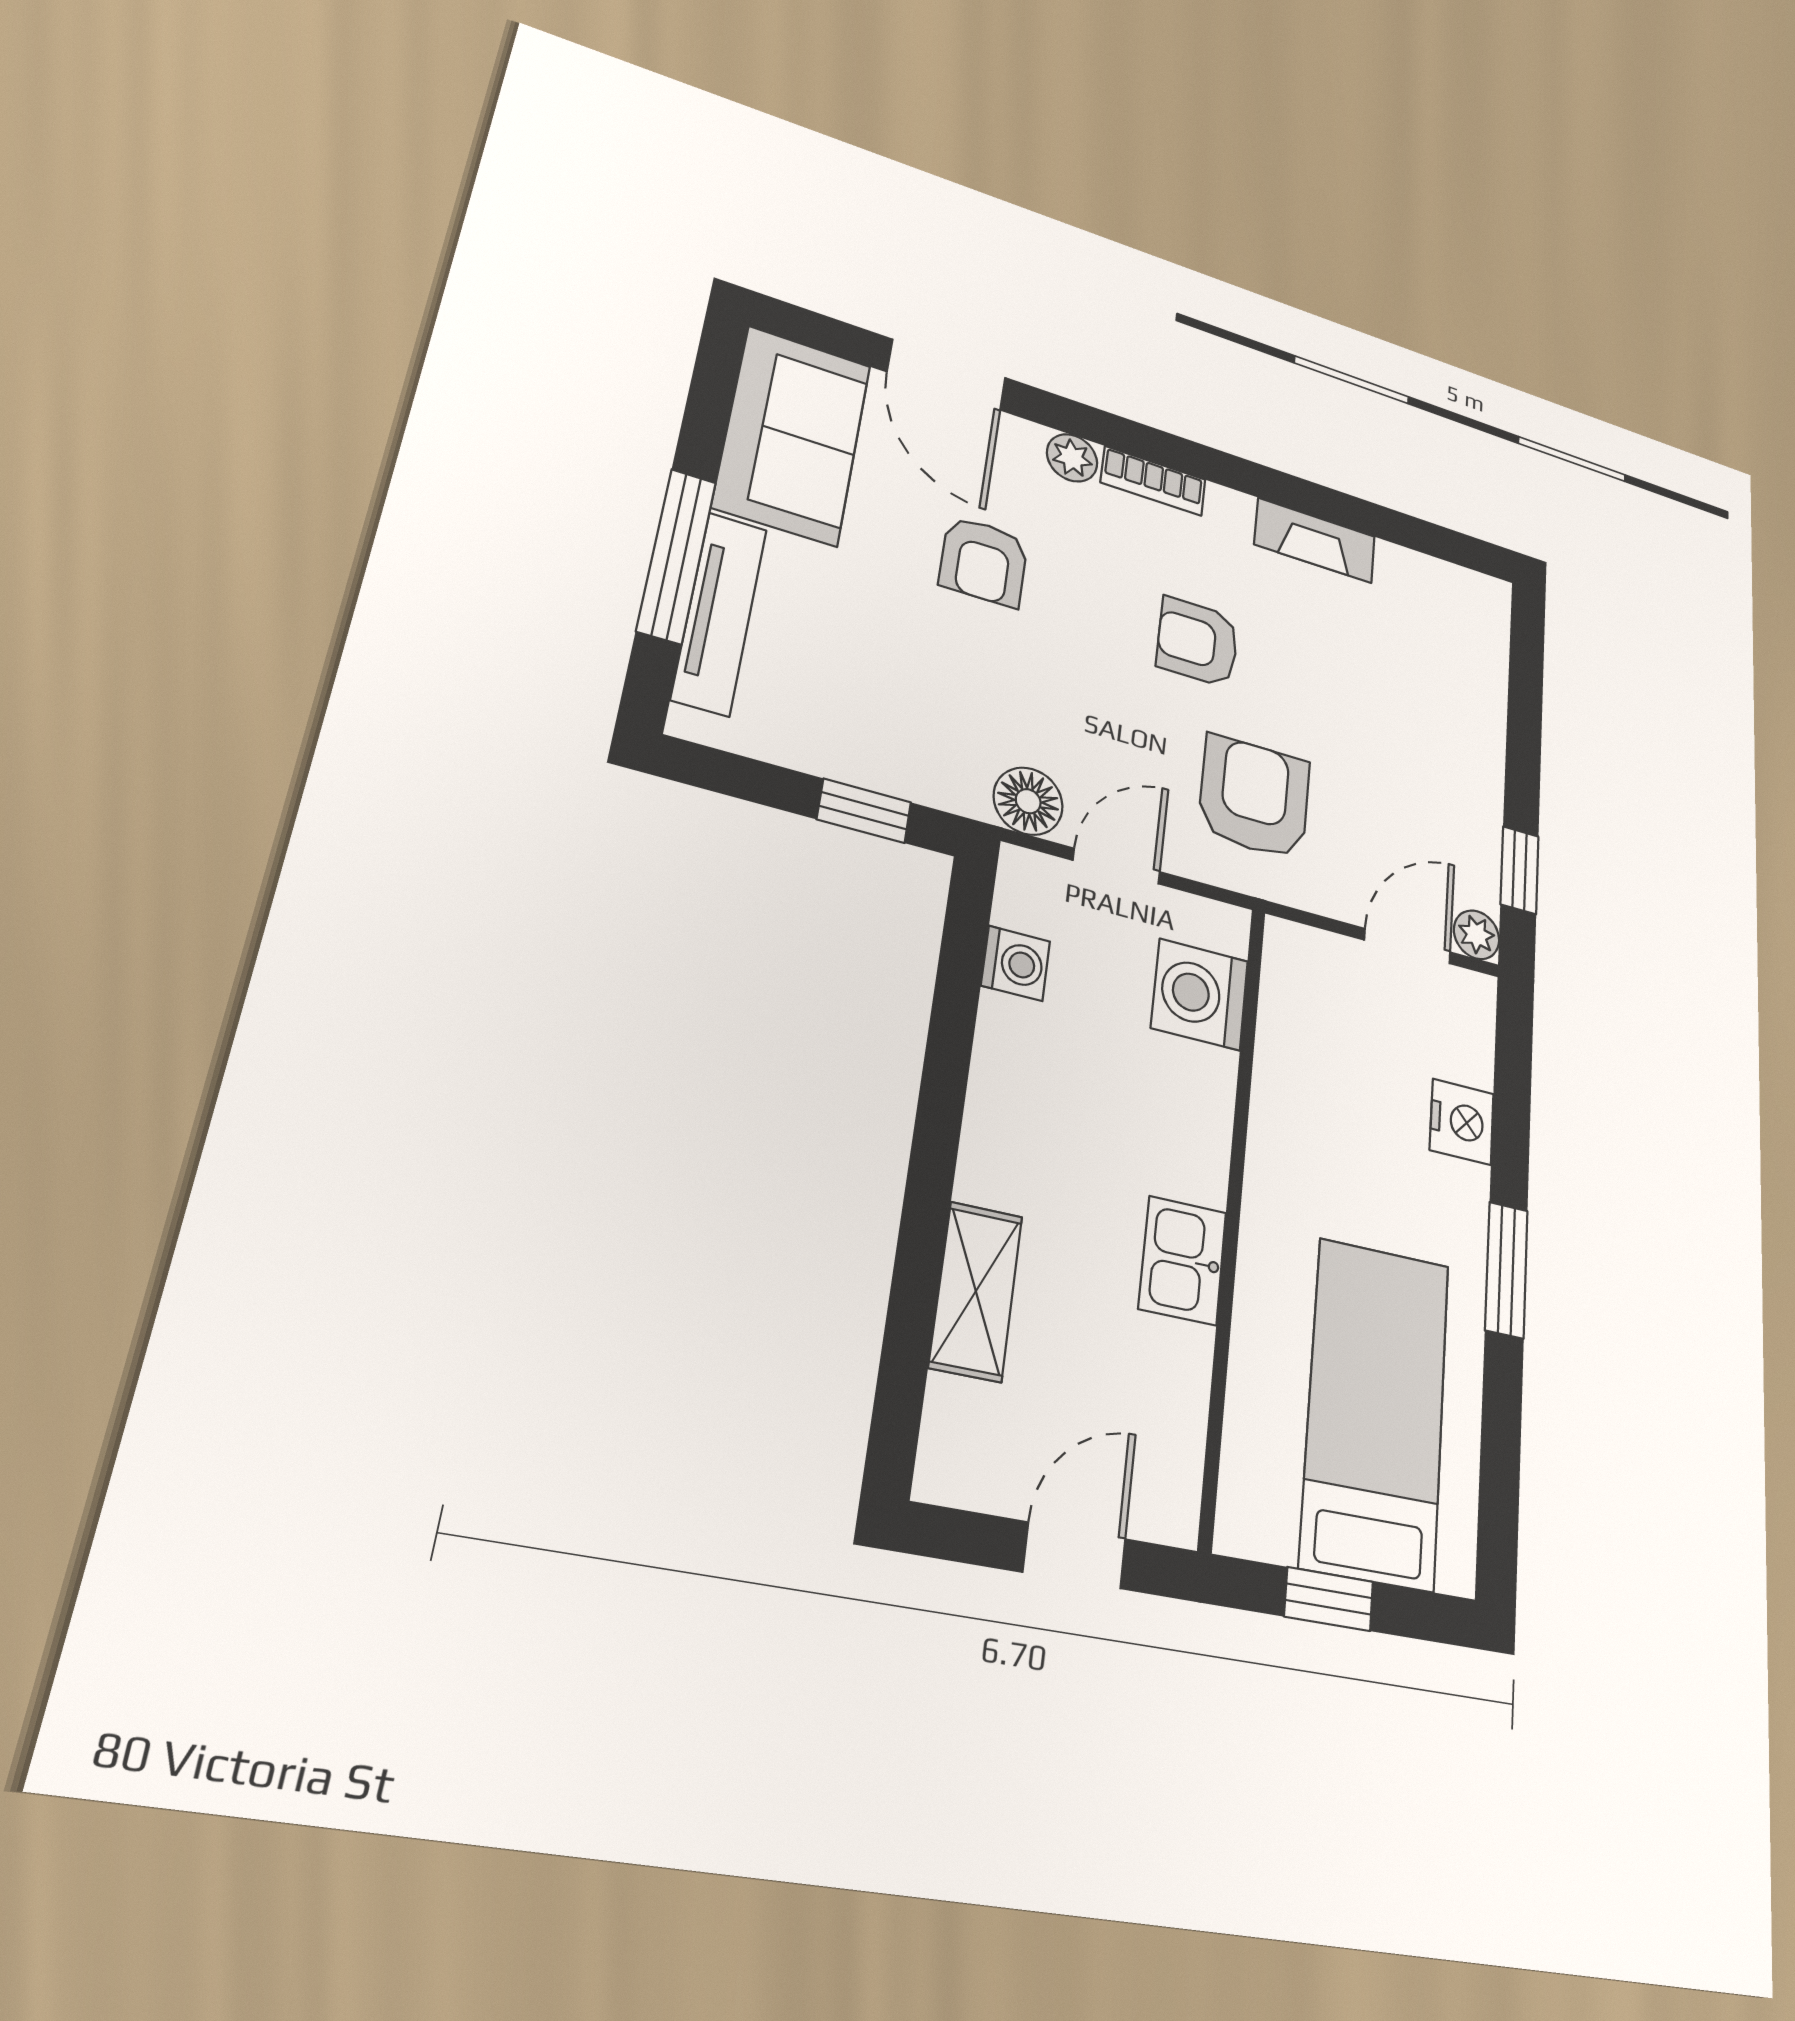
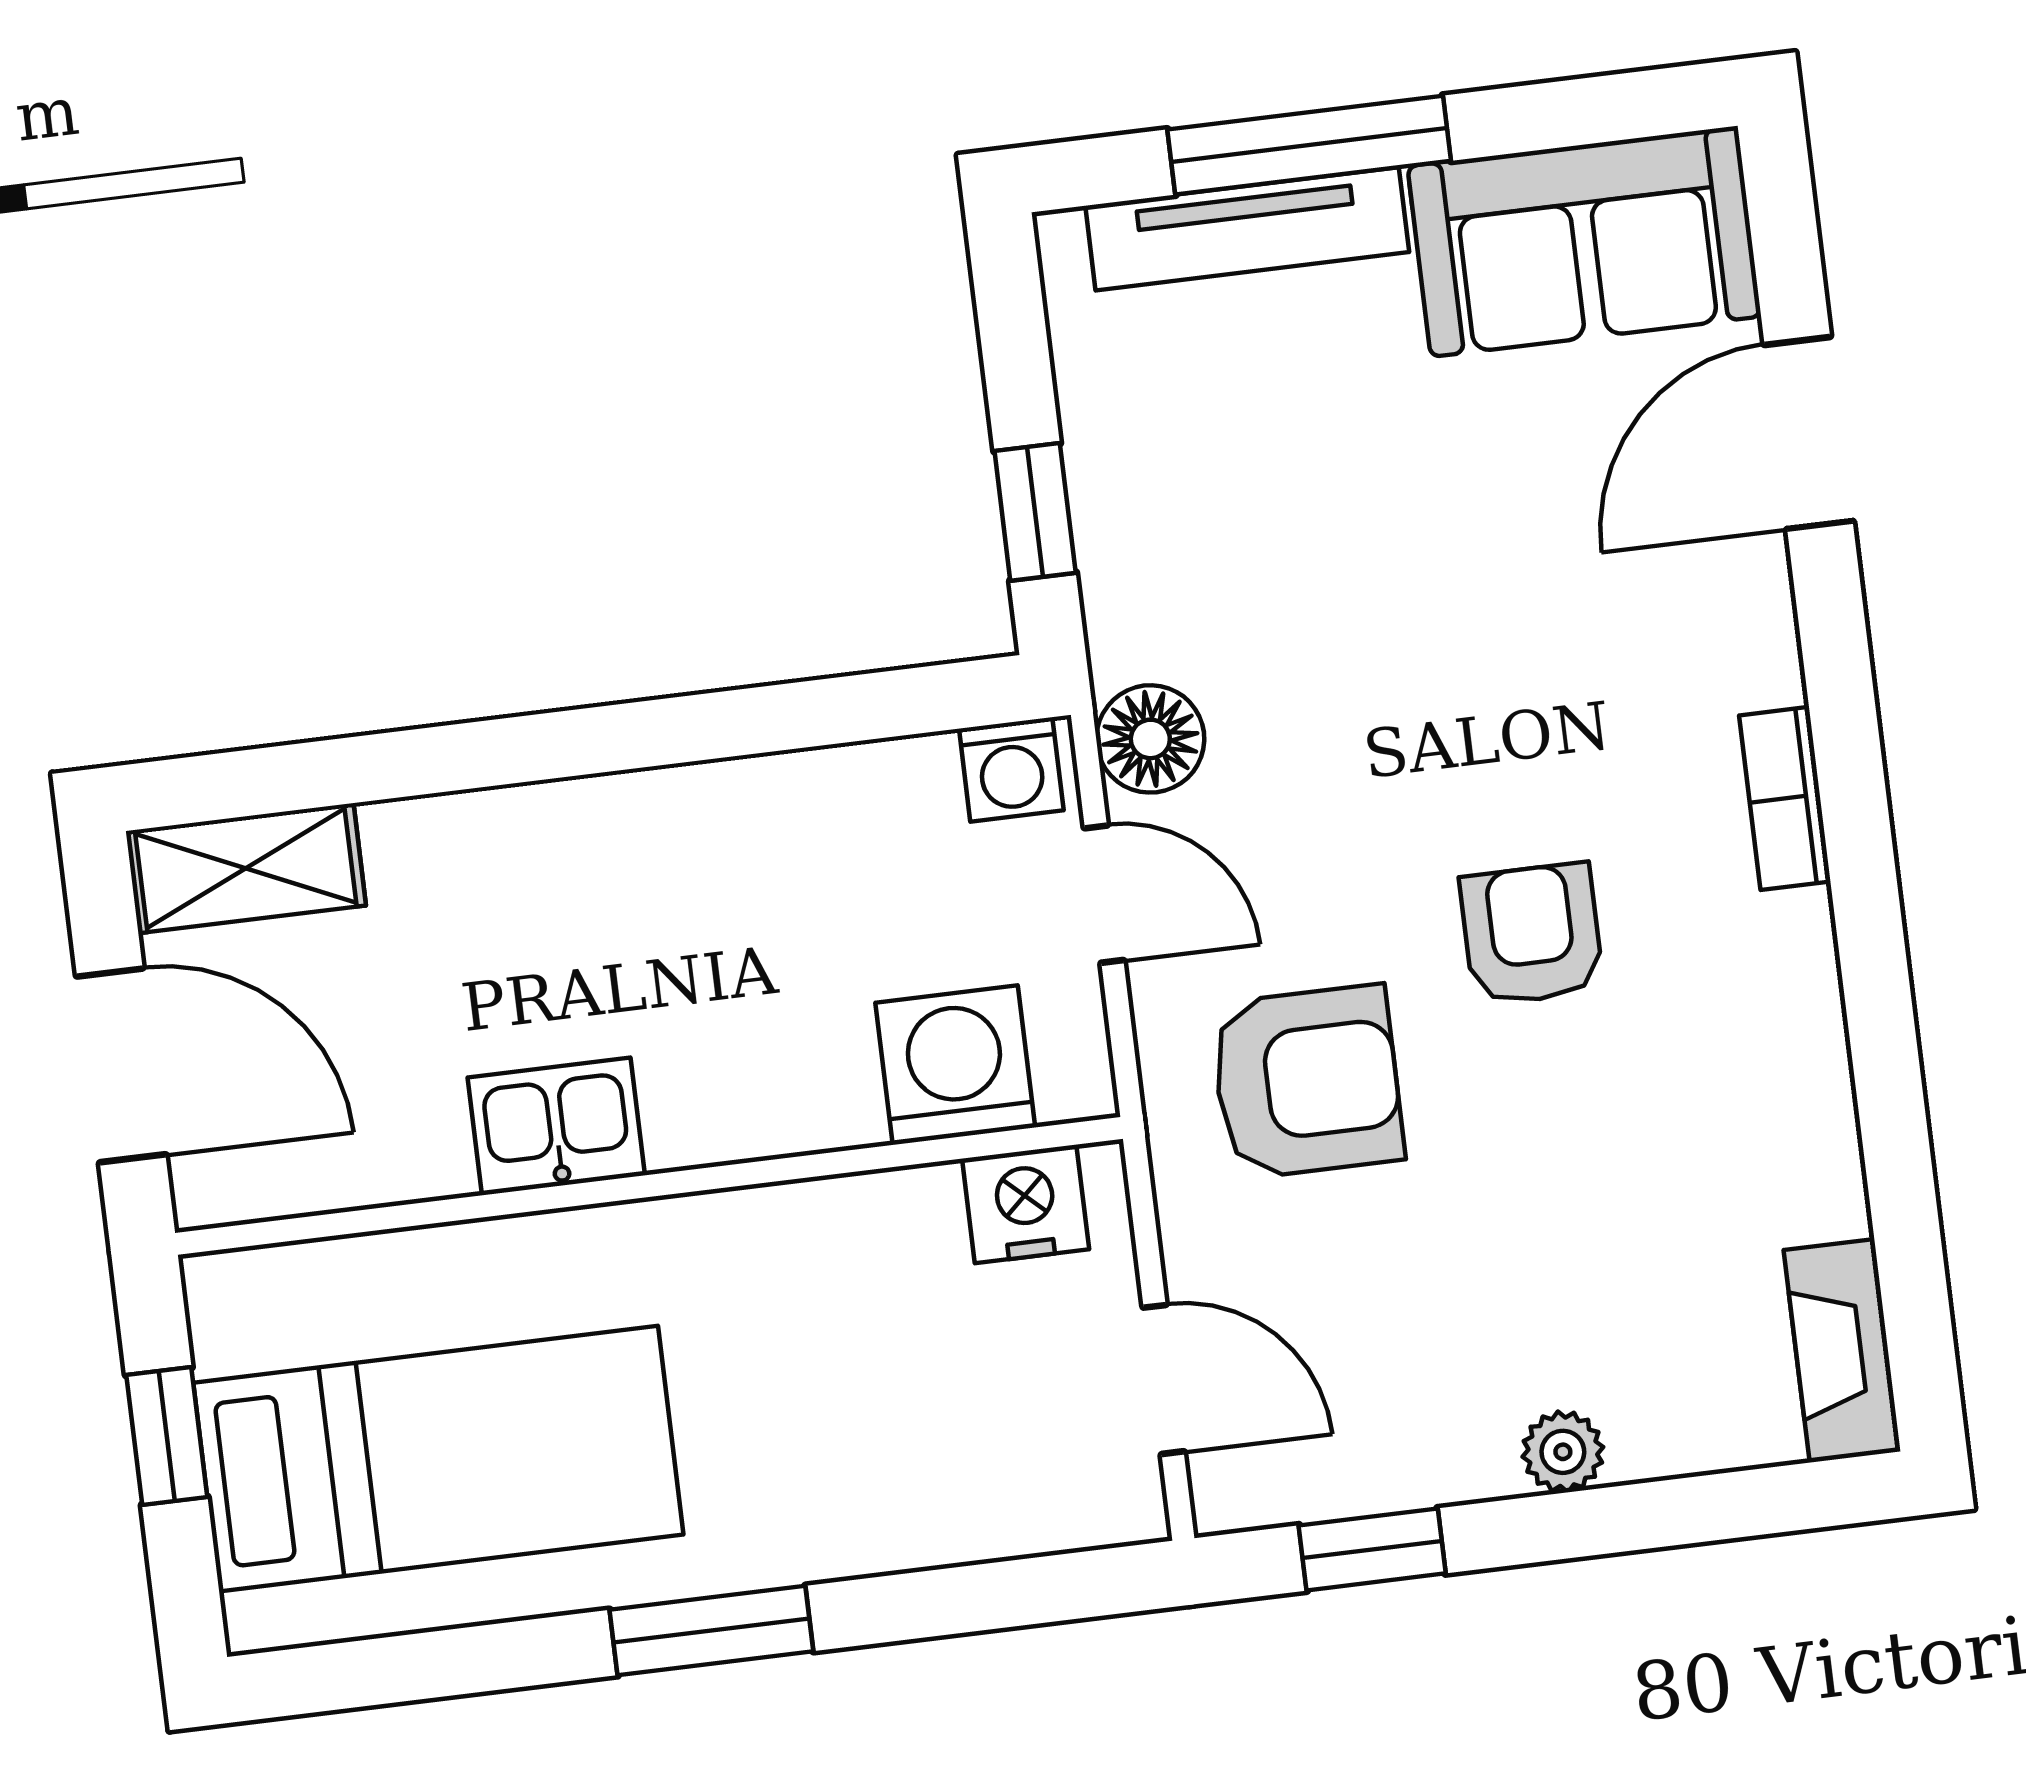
plant: (1072, 458) -> (1761, 661), removed
fireplace: (1315, 541) -> (1842, 1351), moved
armchair: (984, 561) -> (1512, 573), removed
plant: (1477, 935) -> (1563, 1452), moved
washing machine: (1016, 963) -> (1011, 769), moved
nightstand: (1462, 1122) -> (1026, 1204), moved, turned 180
shelving: (976, 1291) -> (246, 868), moved
door: (1074, 1555) -> (121, 1065), width x1.38

